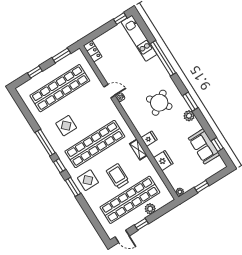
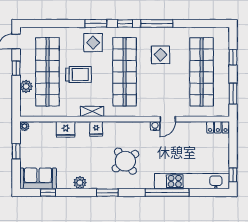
kitchen unit: (139, 38) -> (192, 181), width x1.36
plant: (189, 116) -> (80, 183), moved
sofa: (204, 146) -> (38, 178), moved

